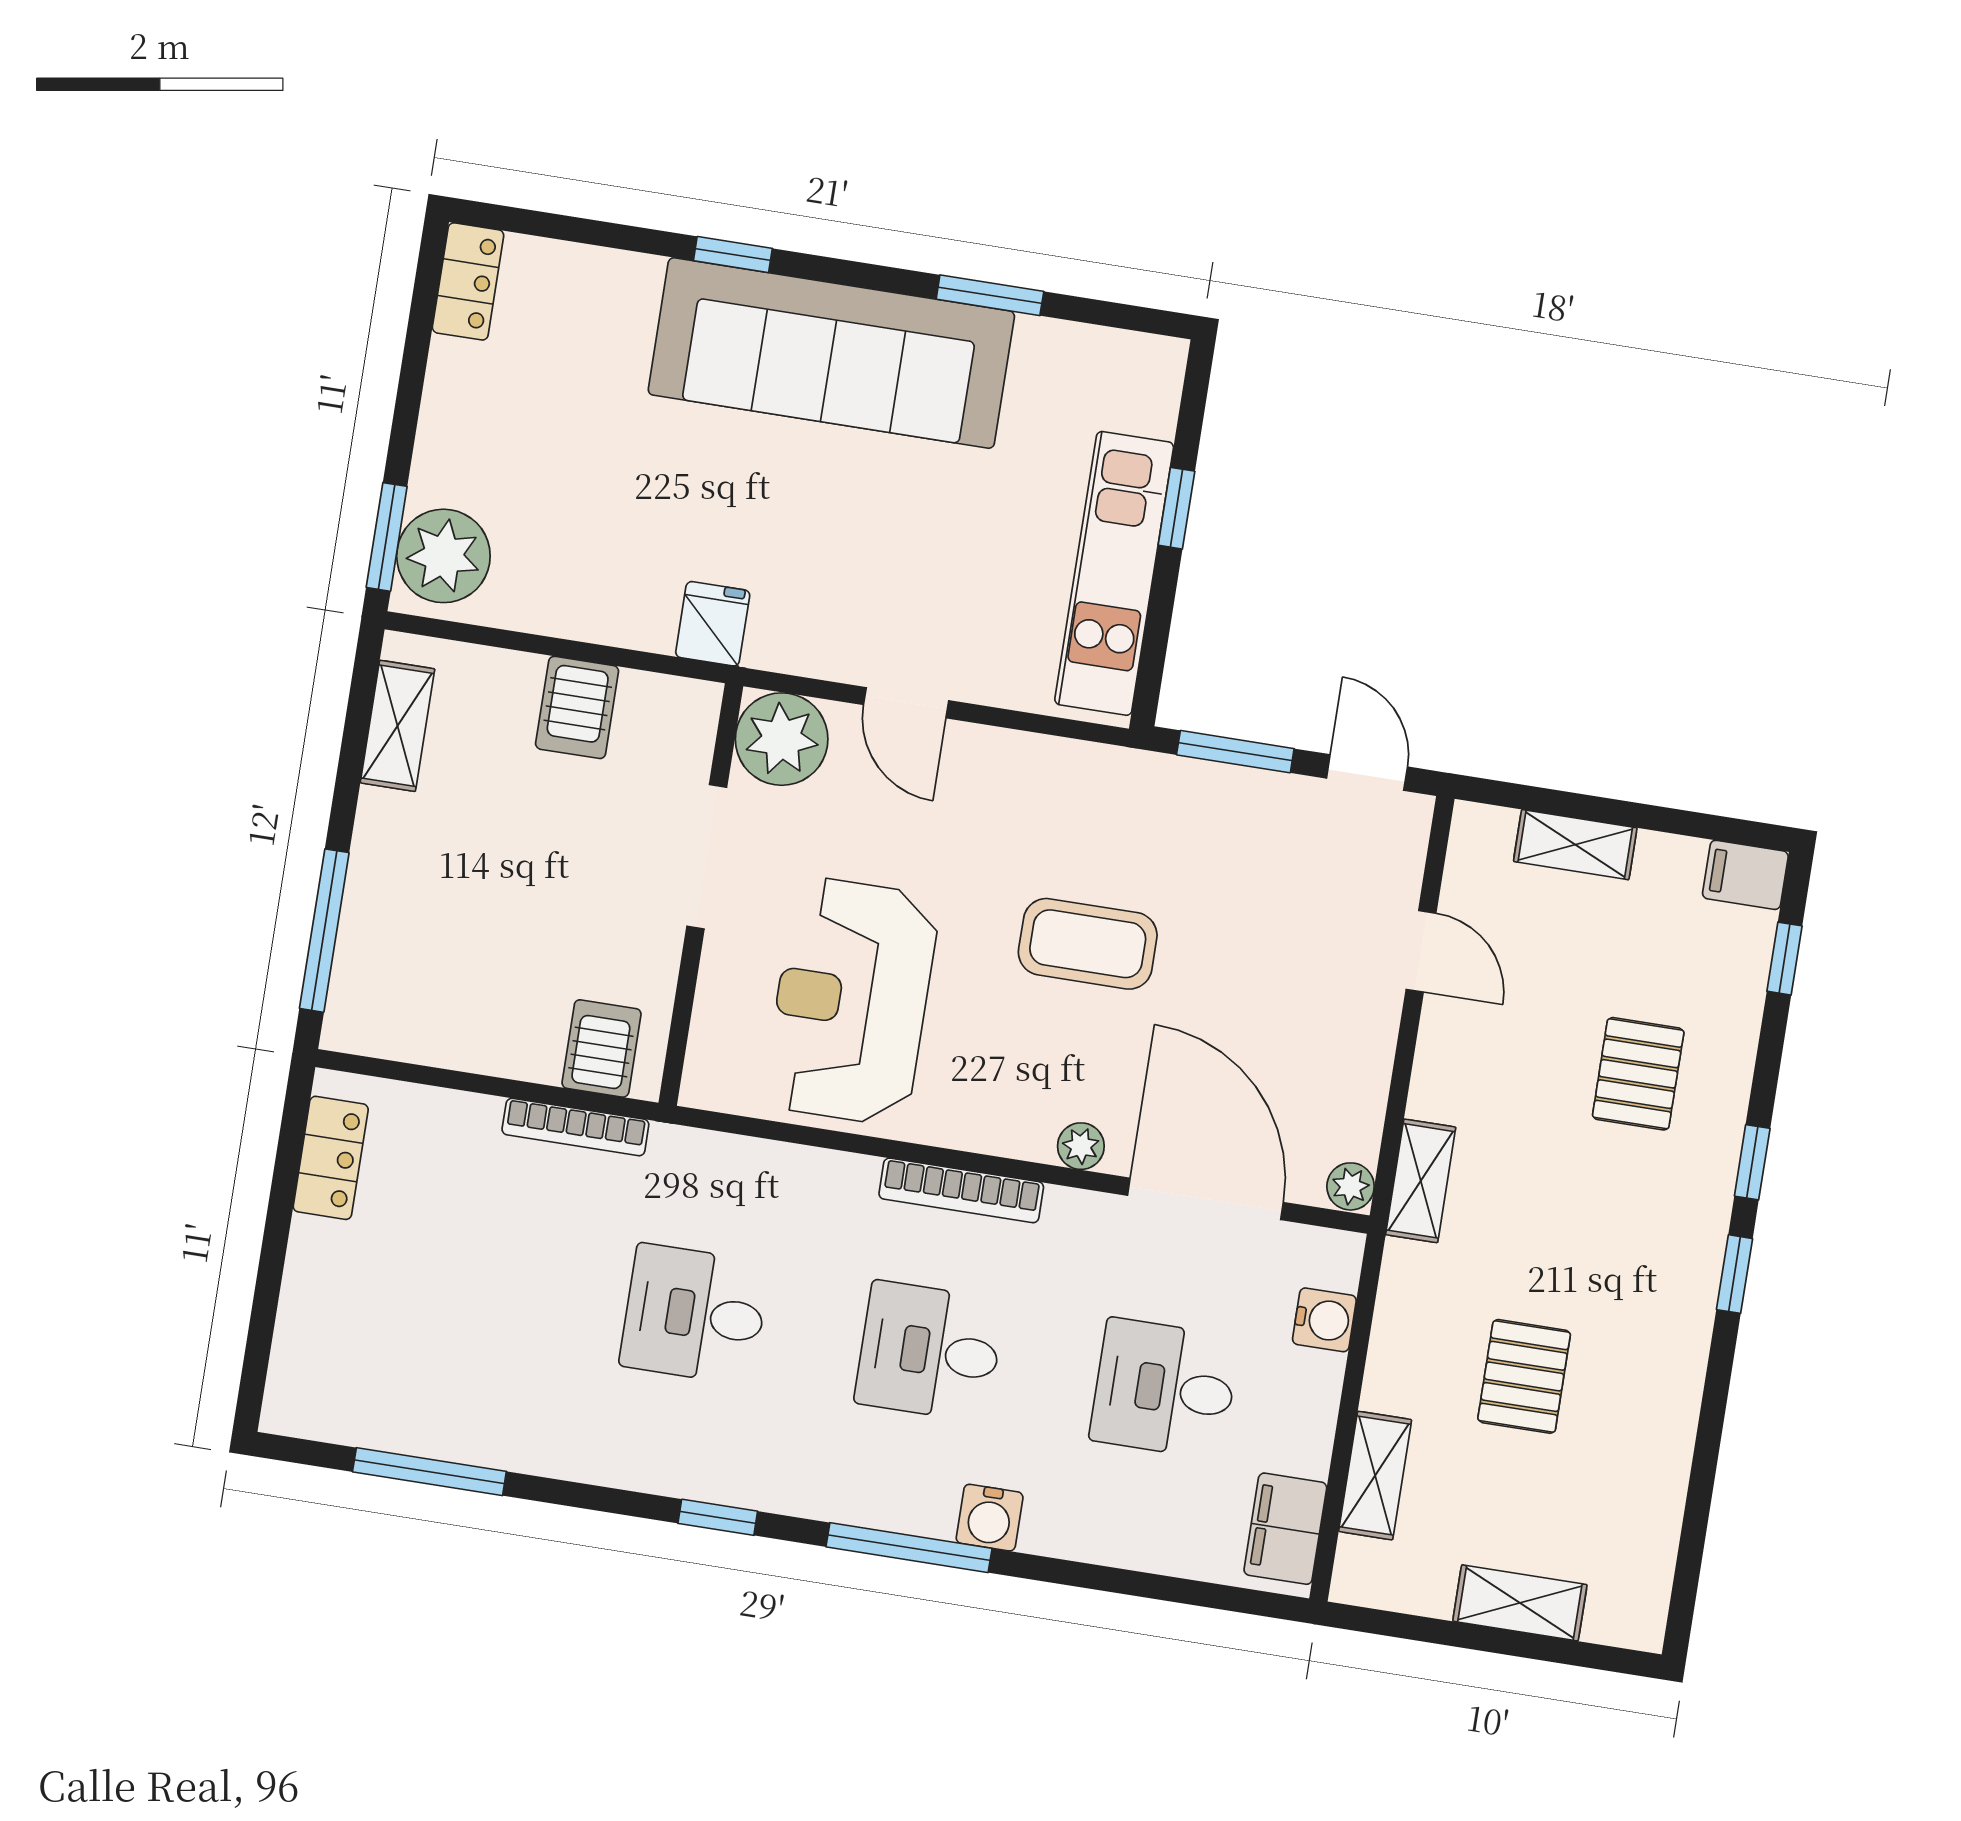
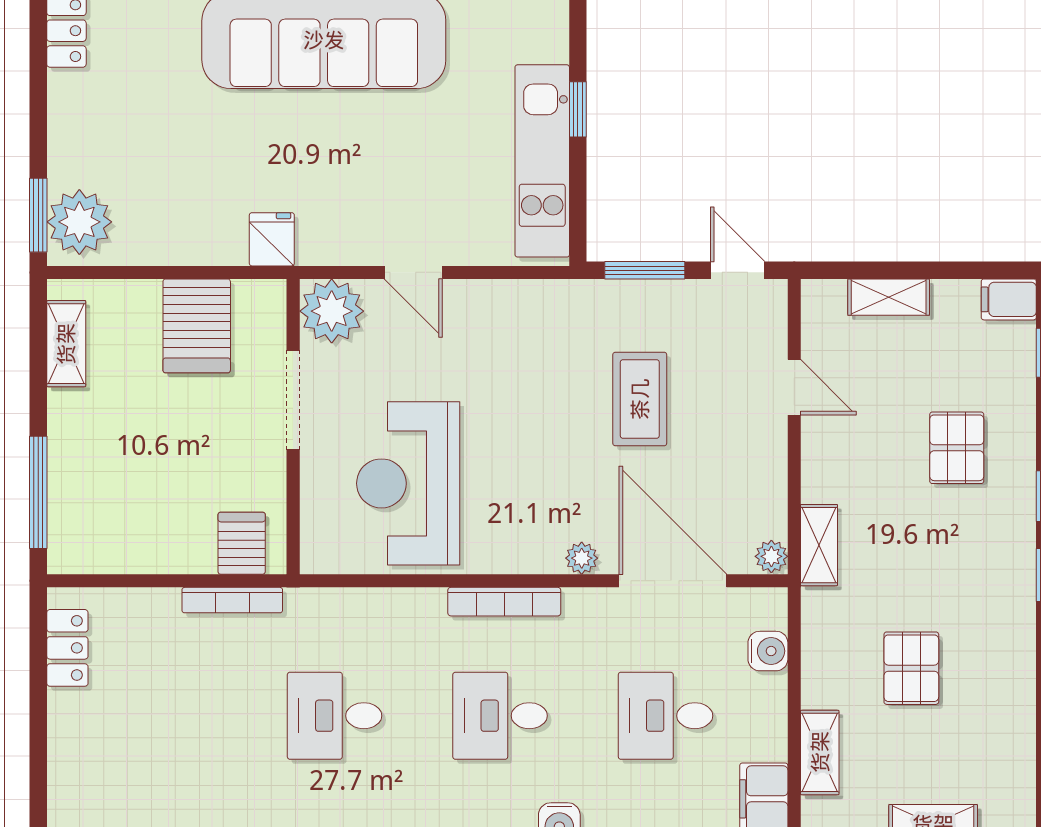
server rack: (577, 707) -> (197, 326), width x1.36, depth x1.44
coffee table: (1088, 944) -> (640, 399), moved, turned 90

